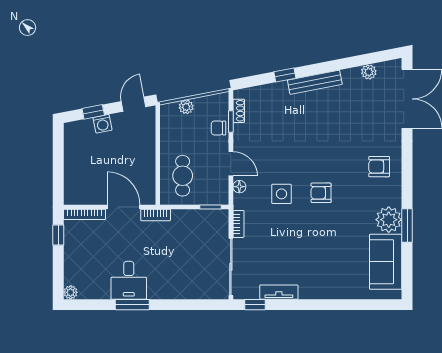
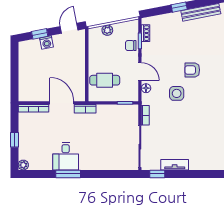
cafe table: (183, 176) -> (105, 80), turned 90
armchair: (321, 193) -> (192, 70), moved
window: (58, 235) -> (14, 140), moved

